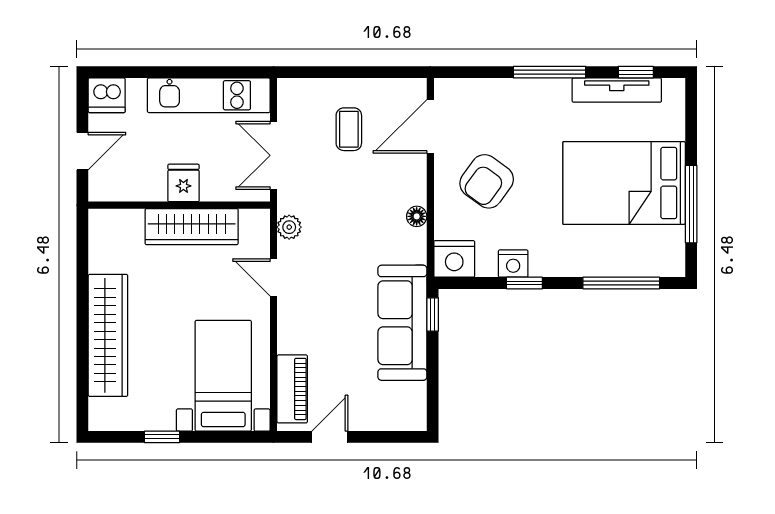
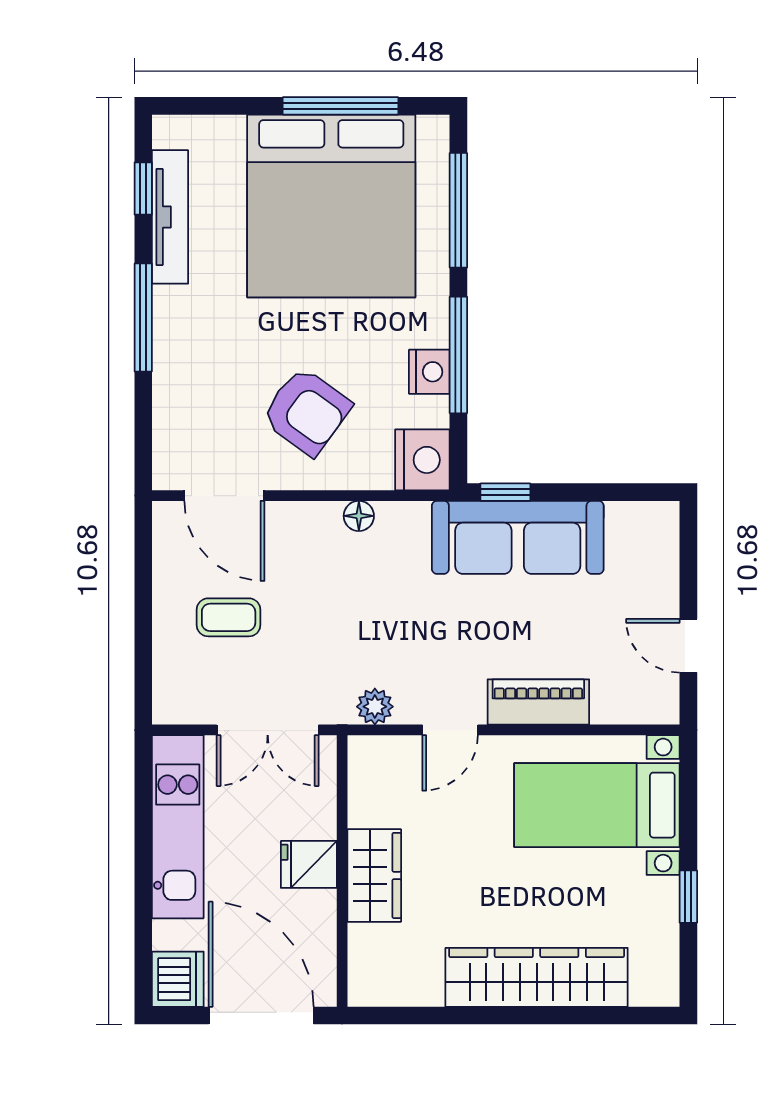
door: (82, 151) -> (261, 1015), width x1.88
bed: (624, 183) -> (331, 206), width x1.36
wardrobe: (192, 227) -> (374, 875), width x0.67
window: (524, 283) -> (458, 355), width x2.17
piano: (292, 389) -> (538, 702), moved

